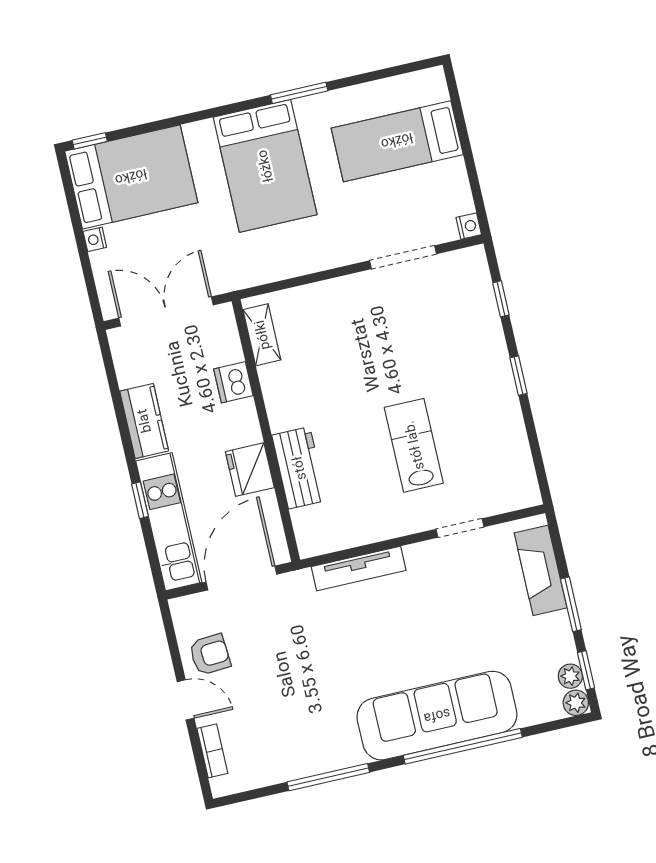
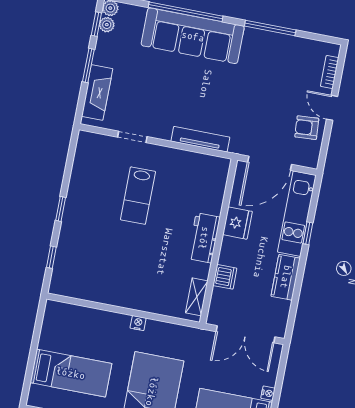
nightstand: (469, 226) -> (138, 323), moved, turned 90
doorway: (403, 257) -> (97, 306), removed
workbench: (299, 468) -> (204, 238), moved

